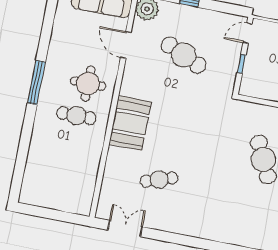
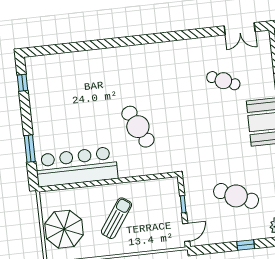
cafe table: (159, 180) -> (223, 81), turned 42

